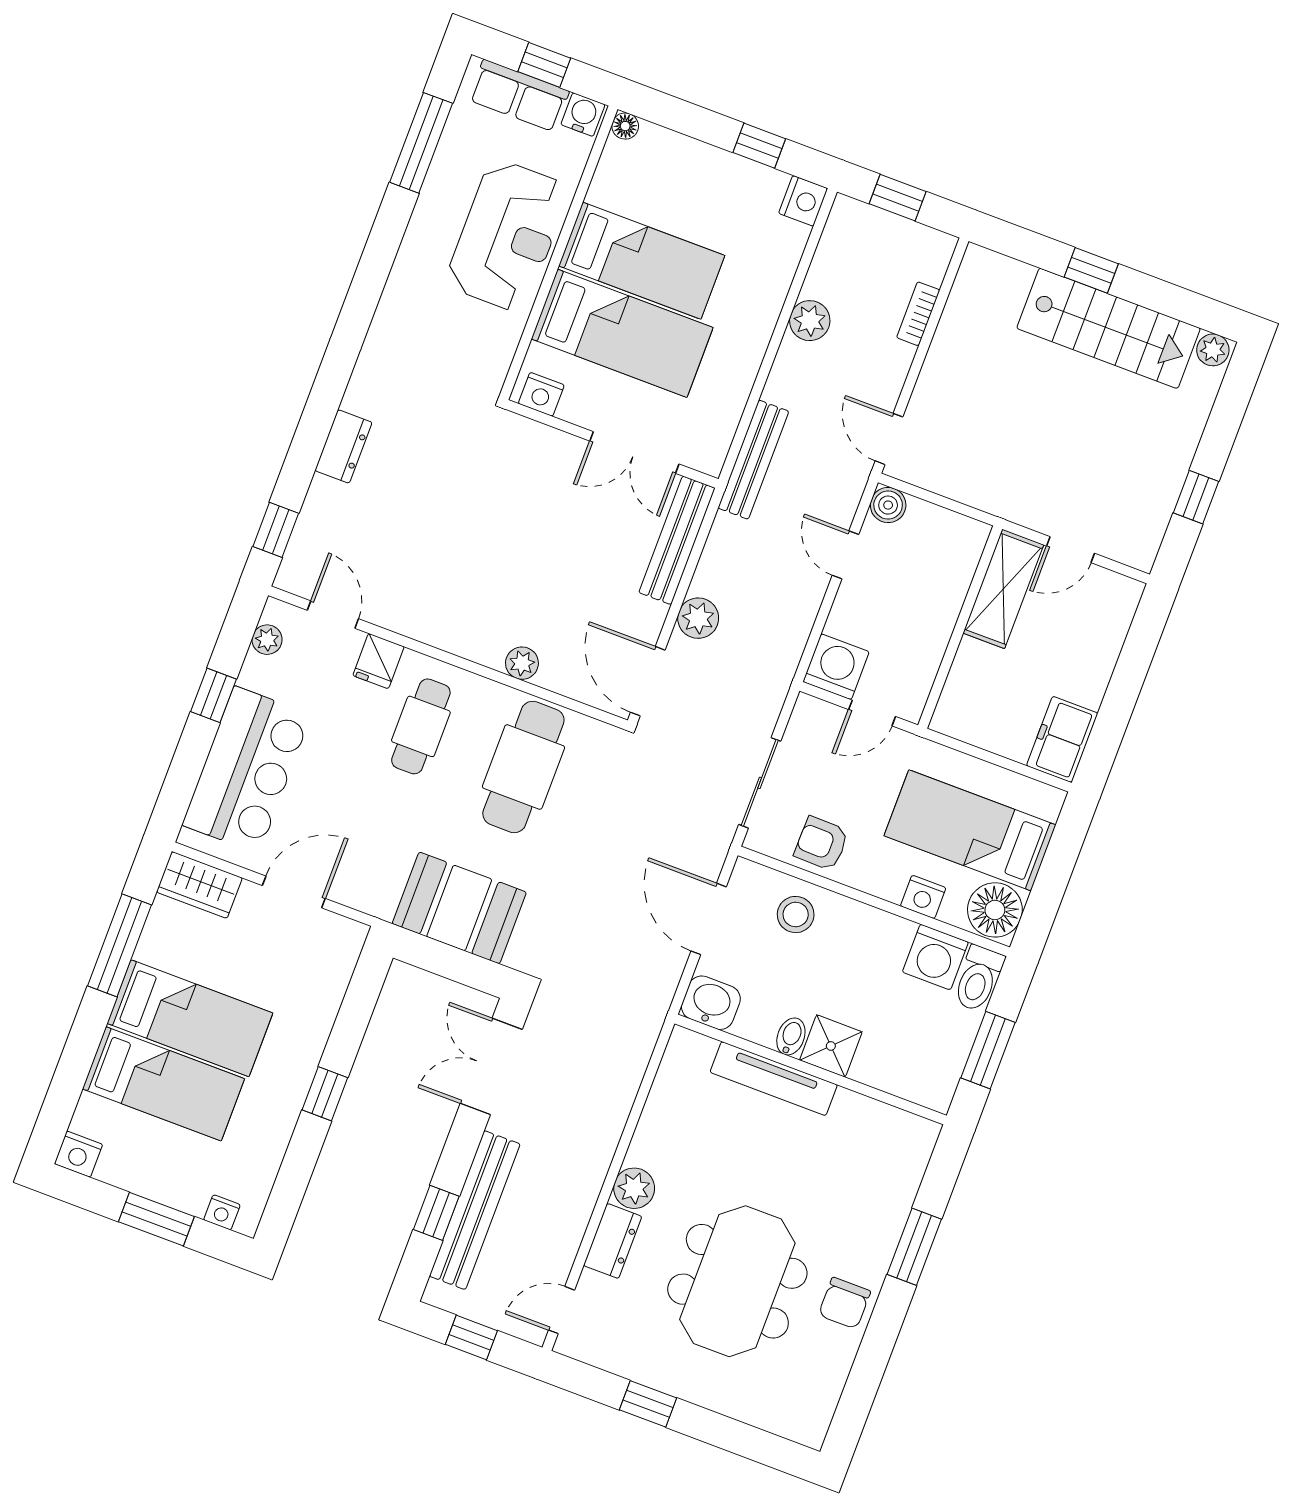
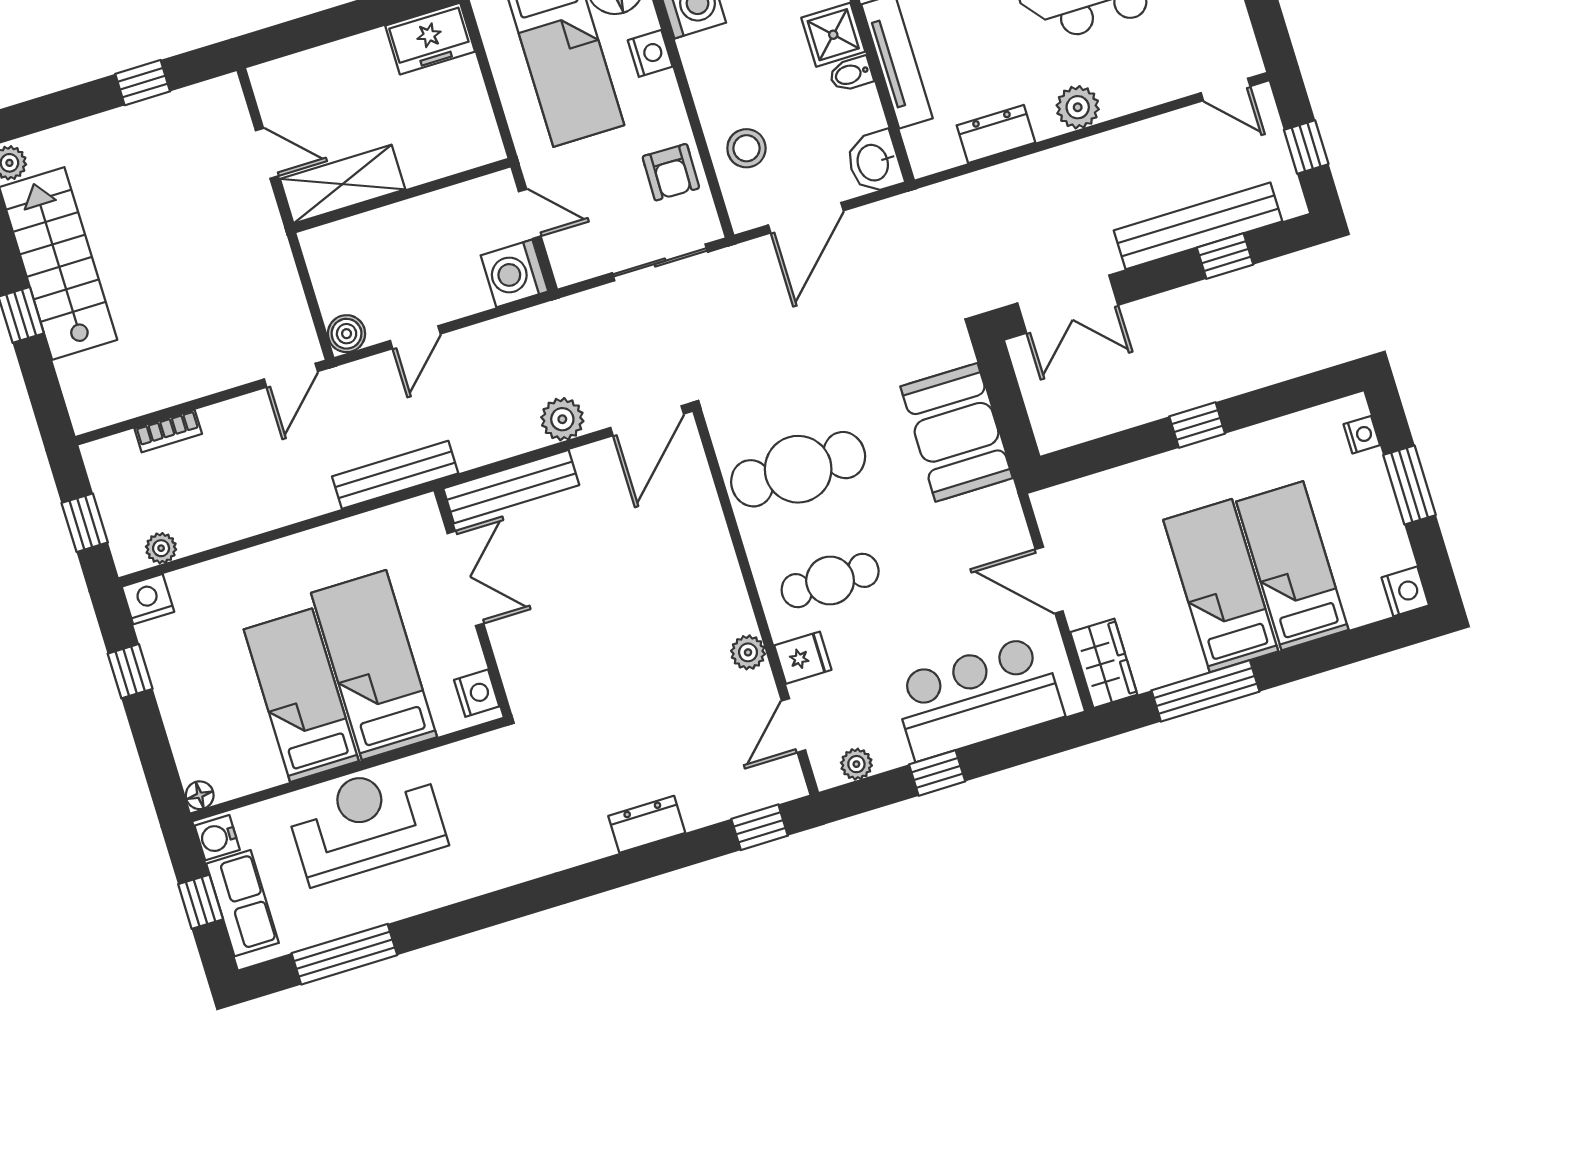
plant: (810, 321) -> (161, 548), moved, width x0.73, depth x0.73
plant: (522, 663) -> (748, 652), moved
dresser: (613, 1241) -> (996, 134), moved

